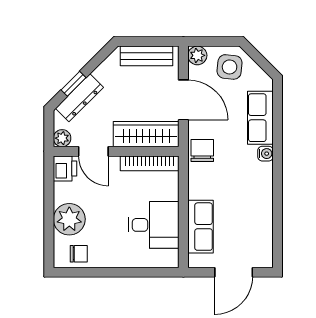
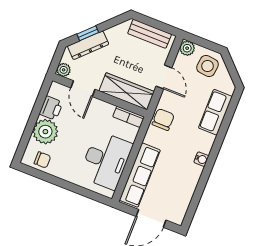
door: (183, 100) -> (164, 77), width x0.73
water cooler: (265, 154) -> (201, 159), moved
bookcase: (150, 163) -> (129, 117), width x0.64
printer: (65, 168) -> (51, 108), moved
desk: (154, 225) -> (106, 160), width x1.37
row of seats: (201, 227) -> (140, 175), width x1.48

